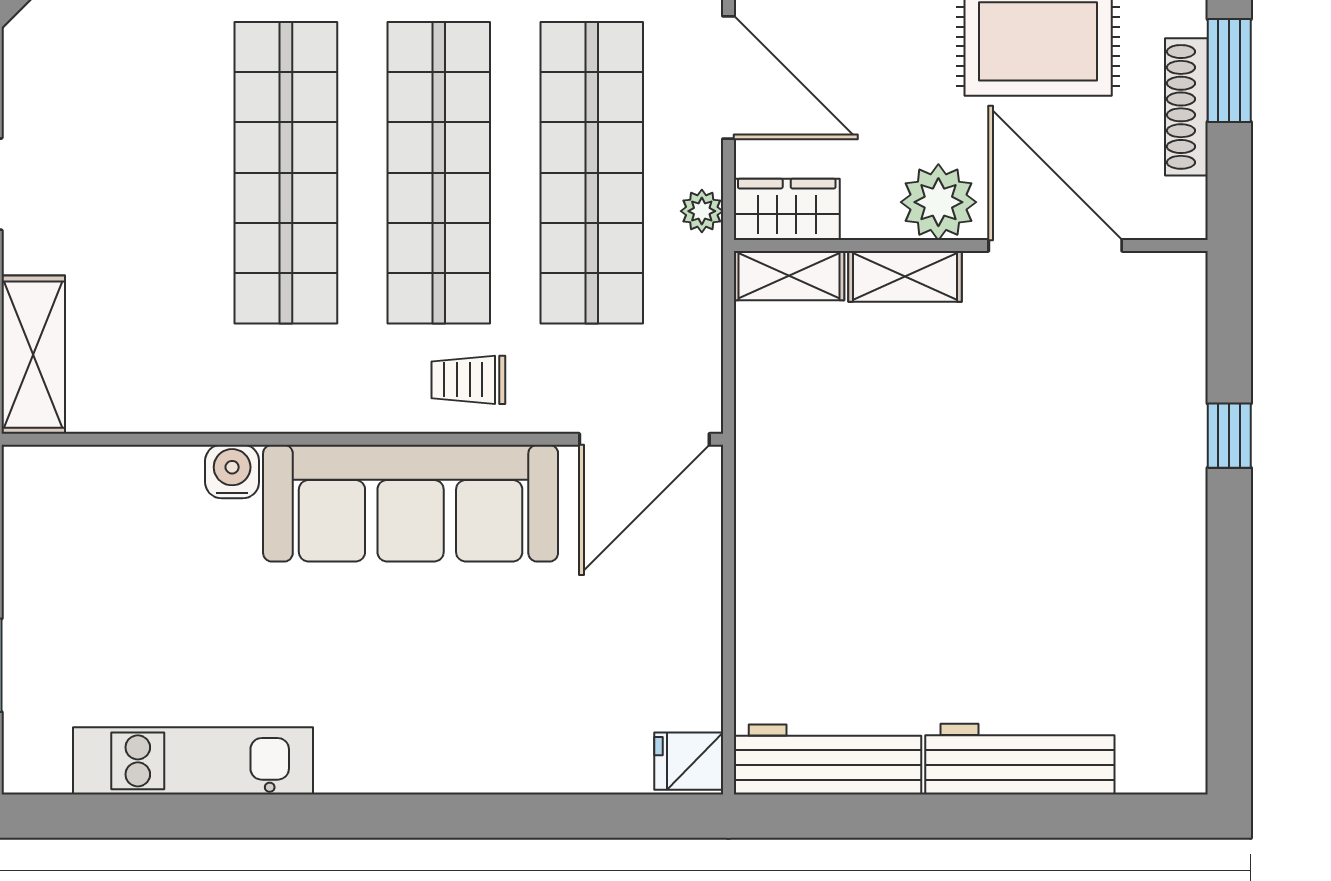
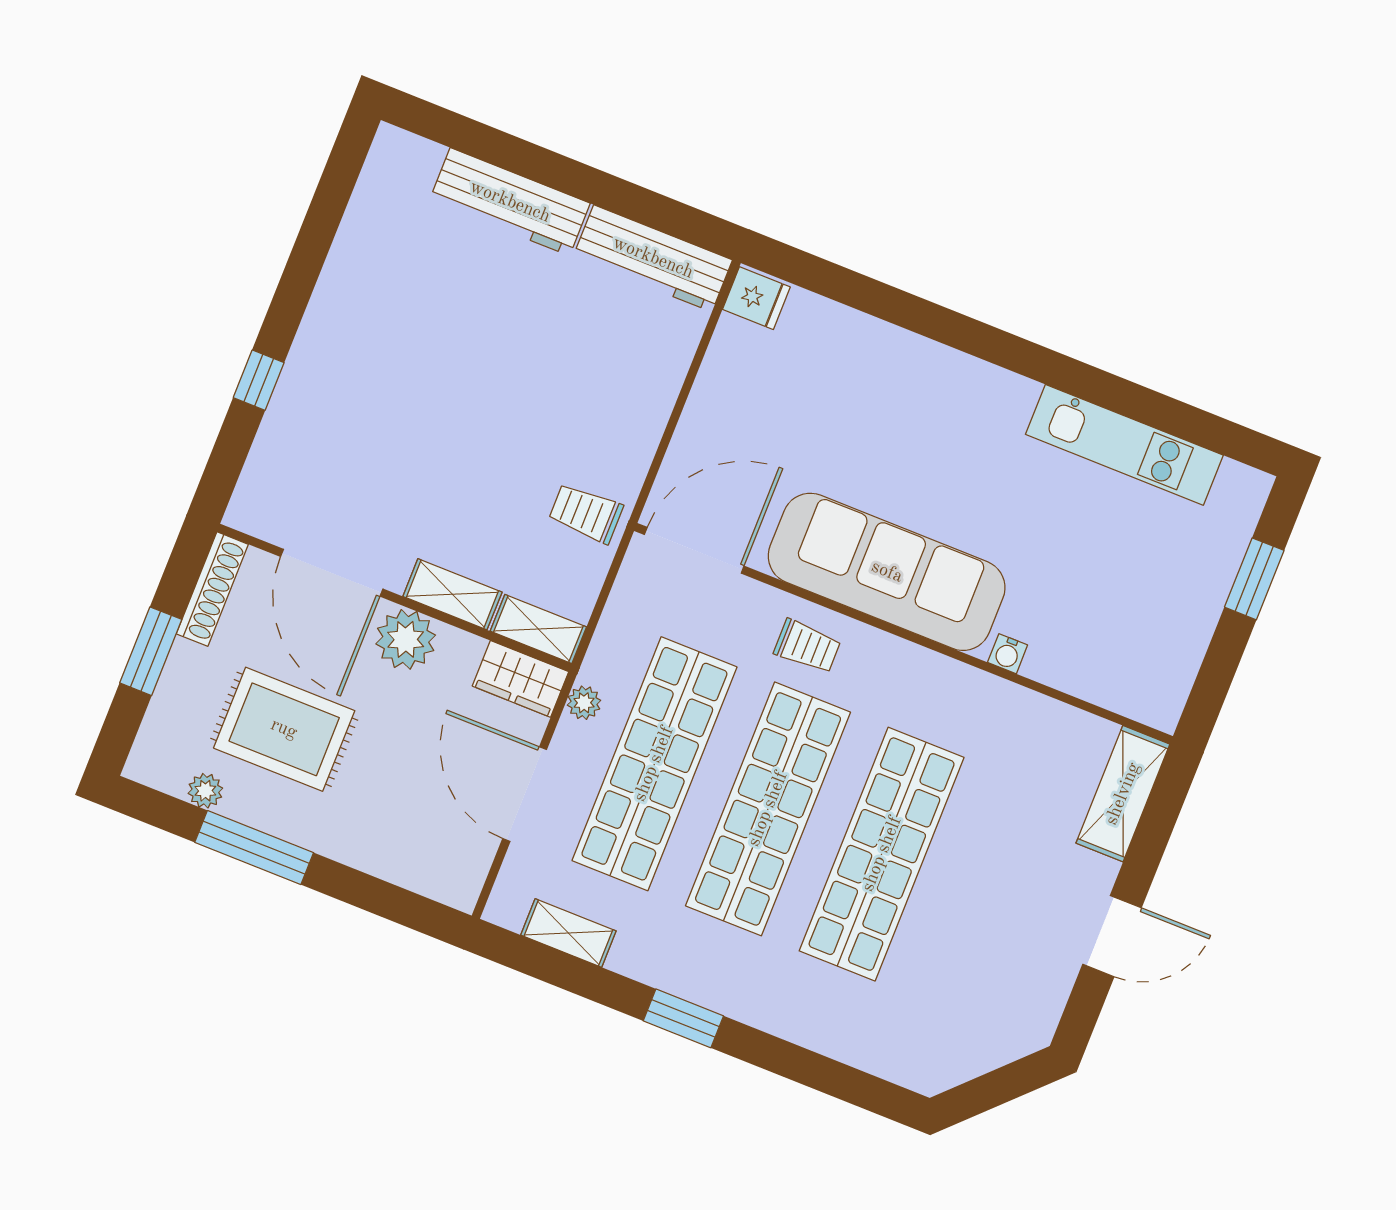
shoe rack: (1186, 107) -> (212, 589), moved
trolley: (787, 432) -> (586, 513), added
water cooler: (232, 471) -> (1008, 654), width x0.72, depth x0.72

